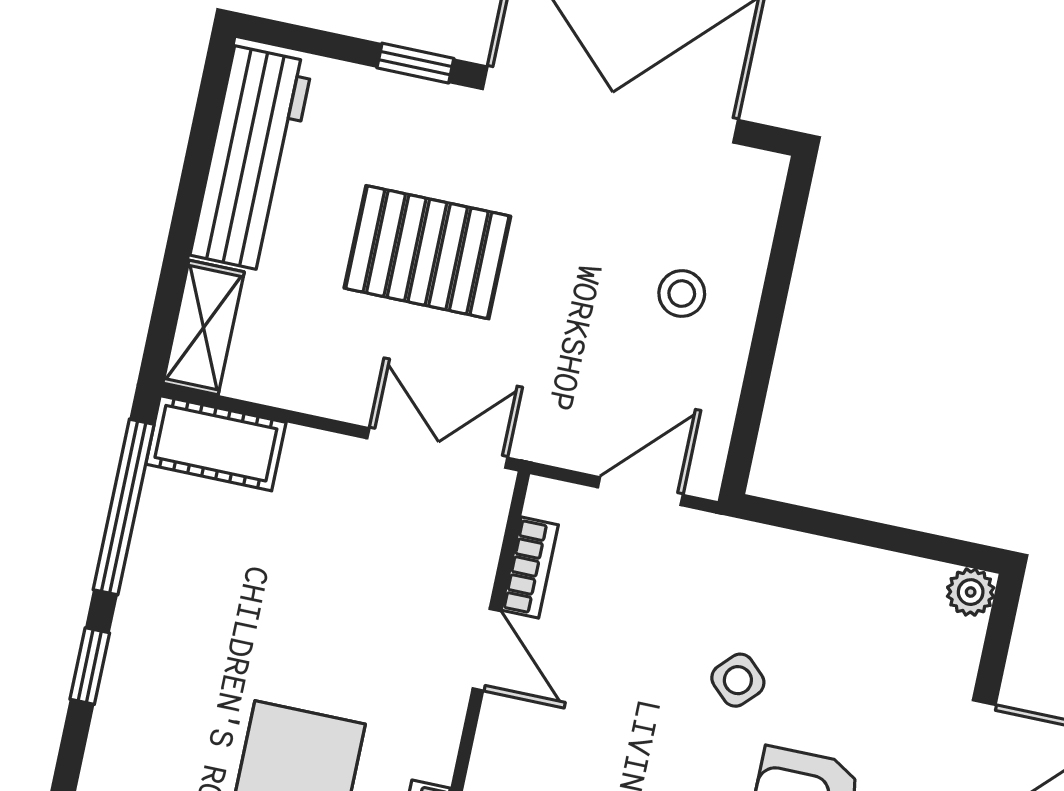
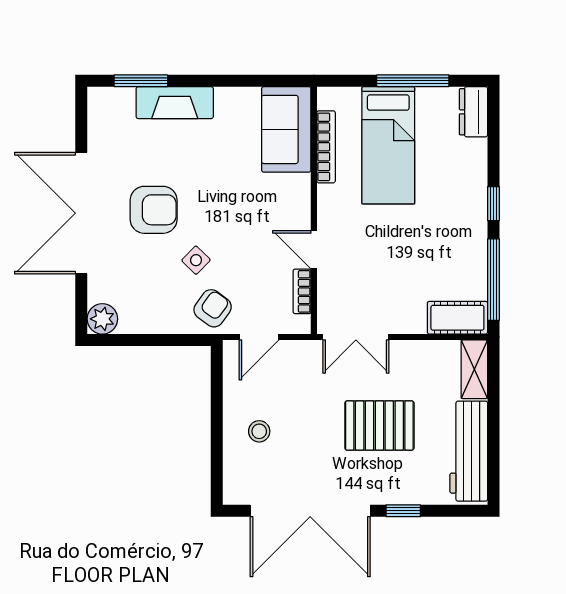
armchair: (725, 572) -> (213, 308), added
plant: (971, 592) -> (102, 319), width x1.38, depth x1.38

